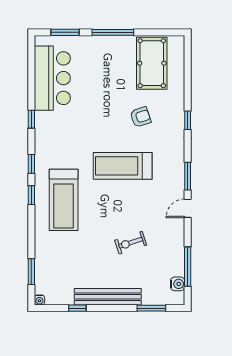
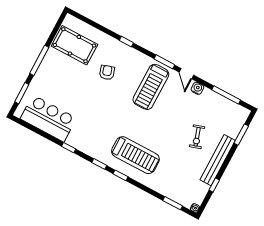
treadmill: (123, 166) -> (151, 87), moved
exercise bike: (131, 243) -> (197, 137), moved
water cooler: (178, 284) -> (197, 88), moved

